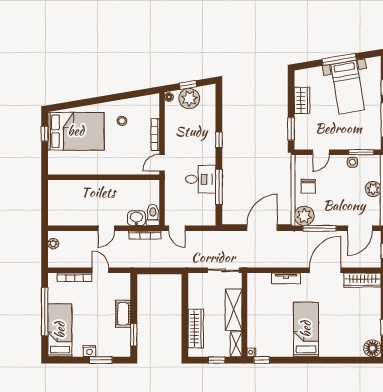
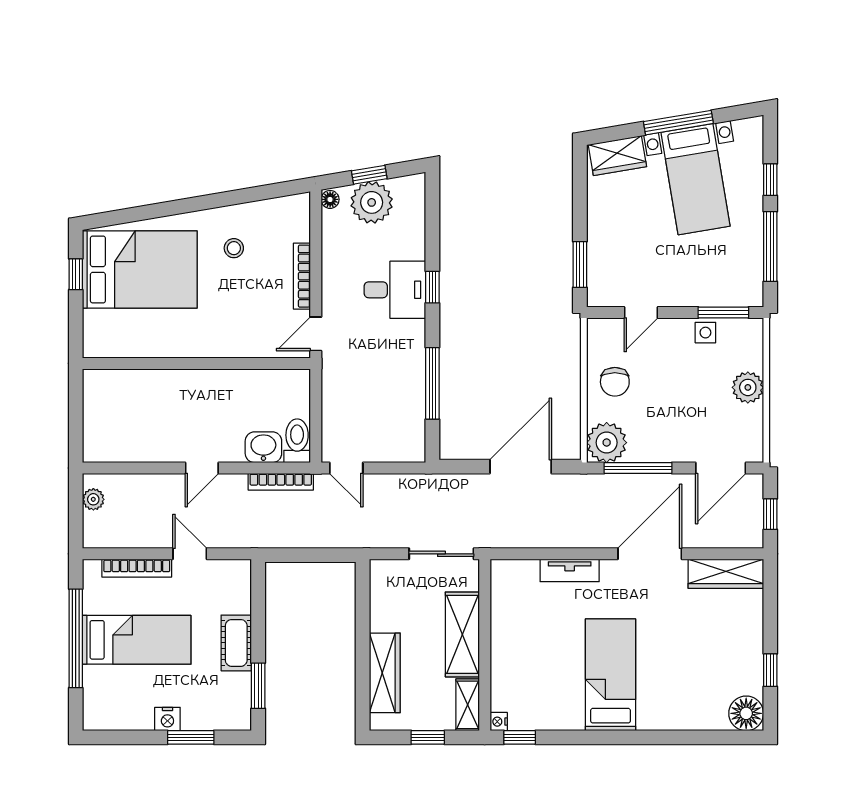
wardrobe: (302, 100) -> (617, 156), moved, turned 80
desk: (201, 179) -> (395, 290), moved
bed: (60, 330) -> (137, 640), moved, turned 90

